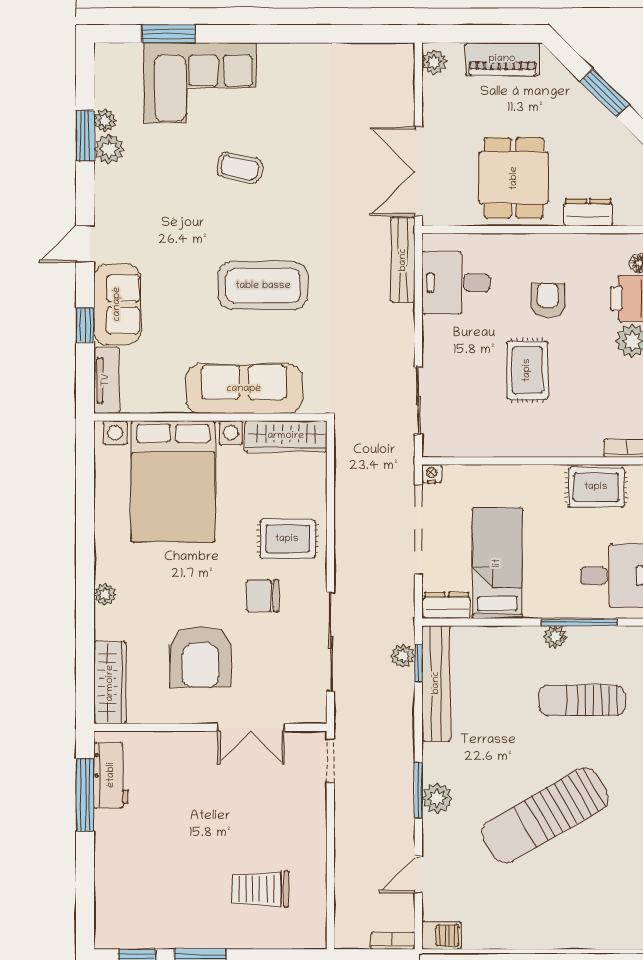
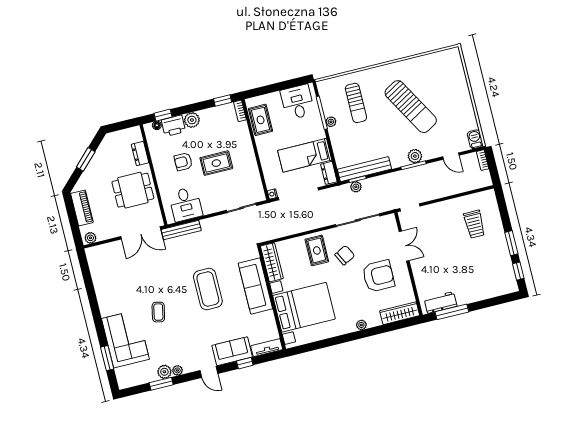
plant: (105, 120) -> (177, 370), moved
chair: (263, 596) -> (345, 255), turned -117

